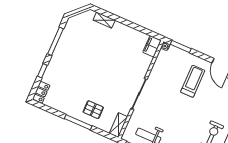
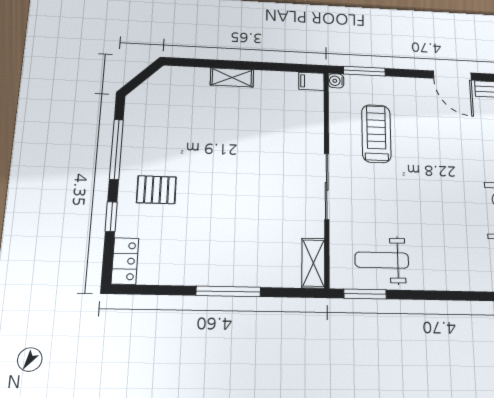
shelving: (104, 20) -> (232, 77), moved
filing cabinet: (152, 46) -> (311, 81), width x0.50
treadmill: (193, 81) -> (376, 134), moved
pallet: (93, 110) -> (156, 190), moved

